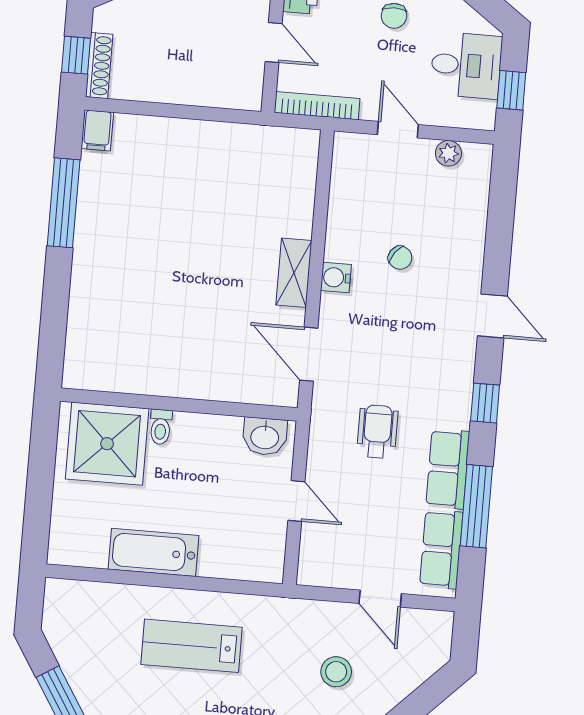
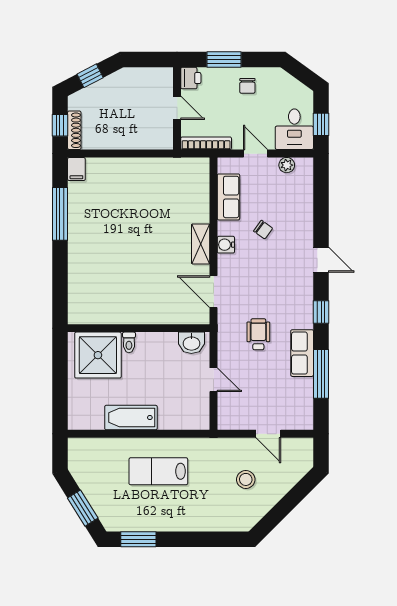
desk: (466, 65) -> (294, 129), moved, turned 90
row of seats: (441, 549) -> (228, 197), moved, turned 180

